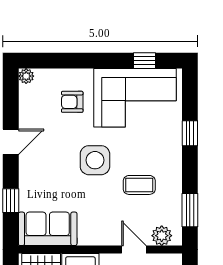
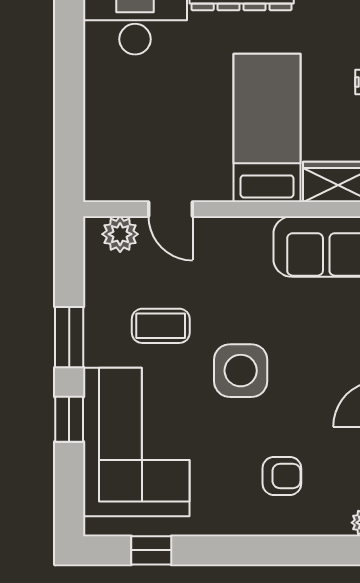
corner sofa: (135, 98) -> (136, 442), moved, turned 90
window: (190, 210) -> (69, 337), moved

